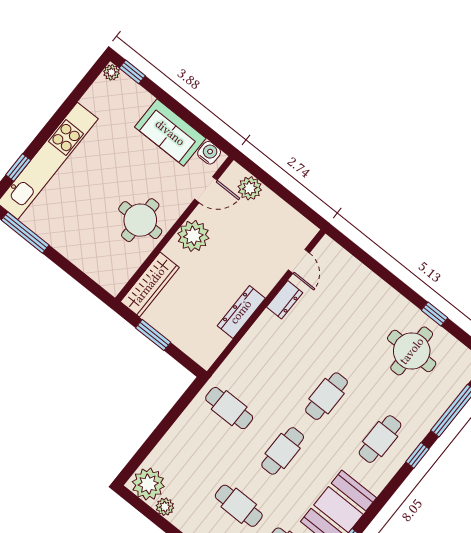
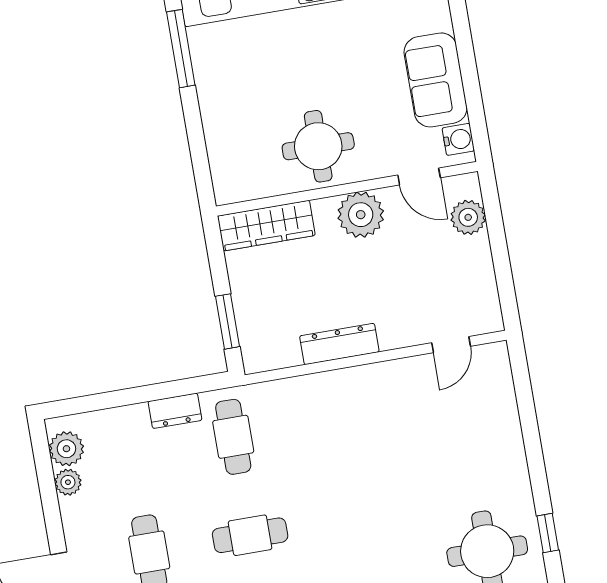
dresser: (285, 300) -> (175, 411), moved
window: (153, 335) -> (227, 321), moved
cafe table: (327, 396) -> (351, 518), removed
plant: (148, 484) -> (66, 449), width x0.73, depth x0.73

